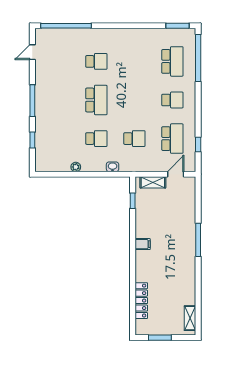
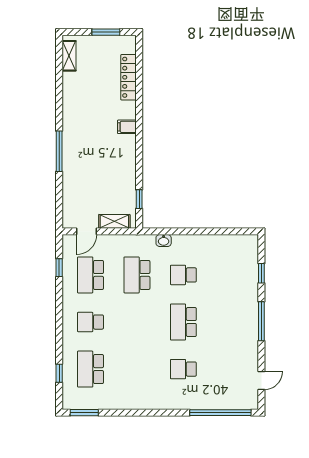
window: (198, 58) -> (59, 373), width x0.32
school desk: (134, 139) -> (137, 275), width x1.85
plant: (76, 167) -> (208, 240), removed
filing cabinet: (143, 244) -> (127, 127), moved

